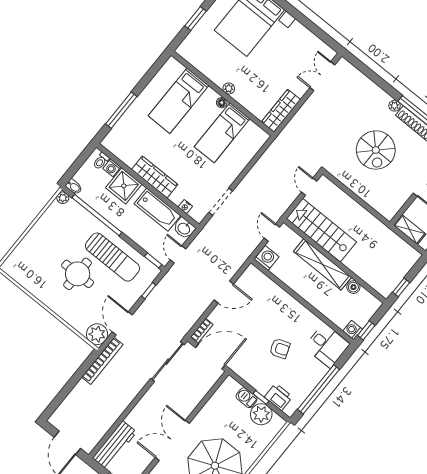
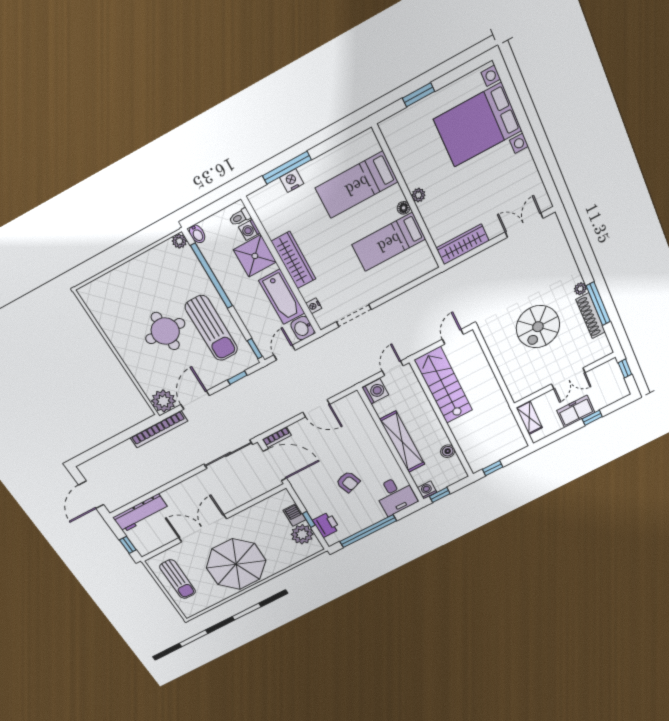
nightstand: (129, 118) -> (292, 181), added
shelving: (322, 264) -> (402, 442), moved

